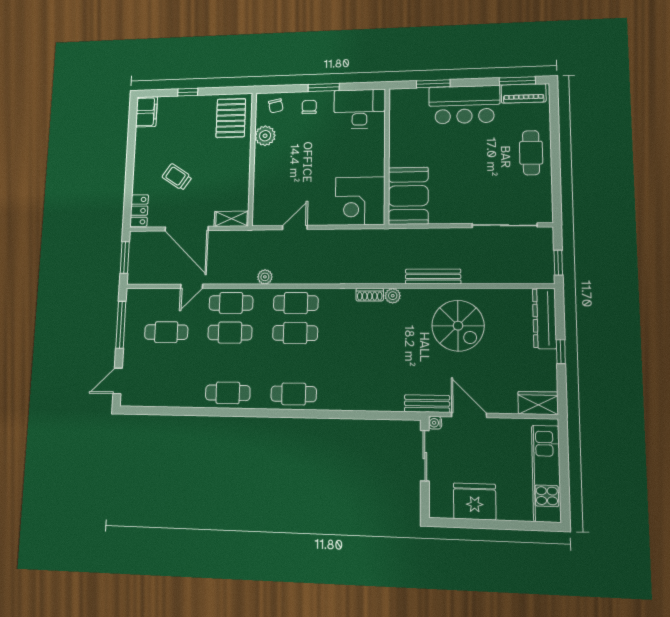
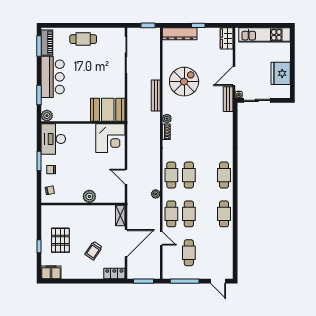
plant: (399, 97) -> (47, 116), added
pallet: (231, 118) -> (60, 240), moved, turned 90
plant: (265, 136) -> (89, 196), moved

